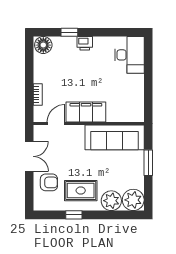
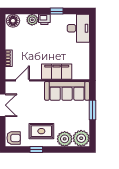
window: (69, 32) -> (57, 11), moved
plant: (69, 44) -> (32, 20), added
filing cabinet: (86, 112) -> (57, 72), moved
armchair: (49, 182) -> (14, 138), moved

